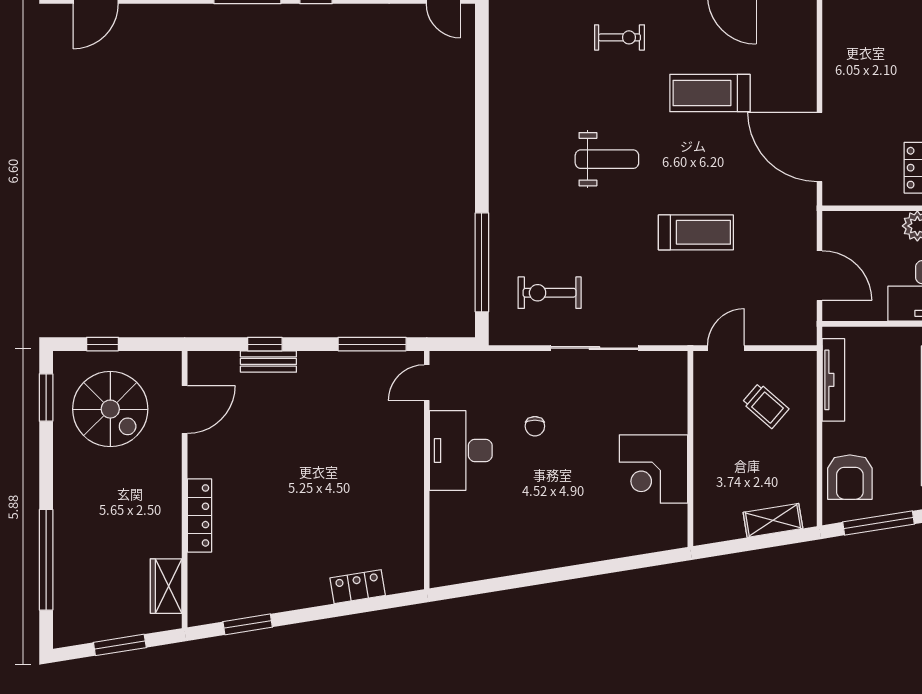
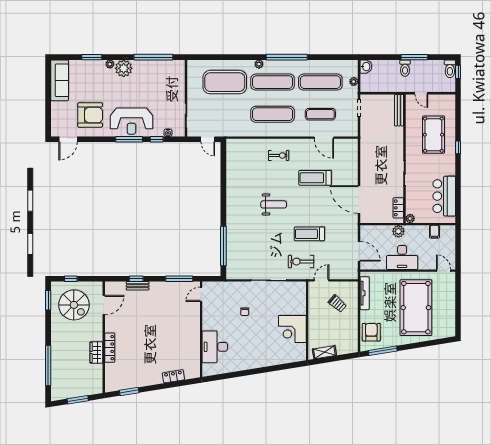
treadmill: (696, 232) -> (309, 234), turned 180
exercise bike: (550, 293) -> (301, 262), moved
desk: (461, 450) -> (215, 347), moved
armchair: (850, 477) -> (371, 332), turned 180
shelving: (773, 520) -> (324, 352), moved
wardrobe: (166, 586) -> (96, 353), moved

